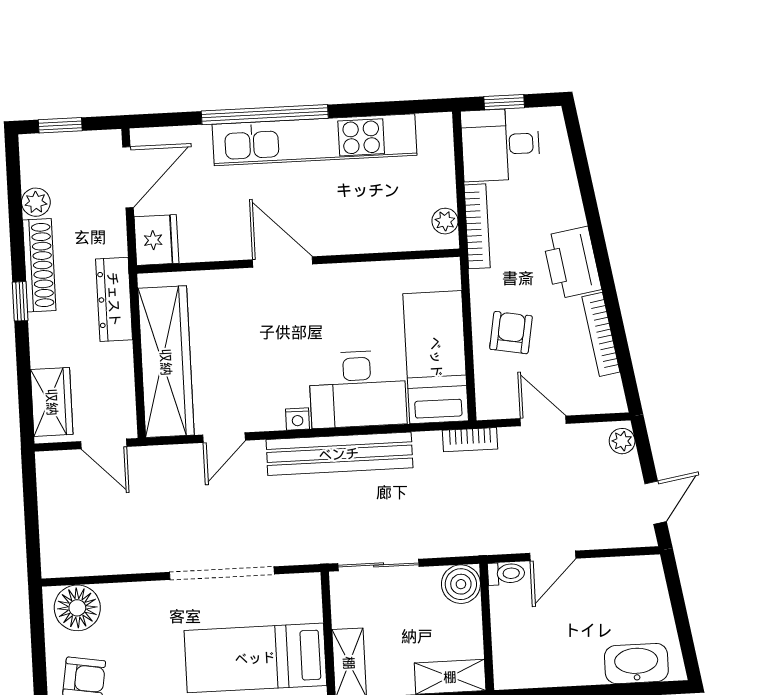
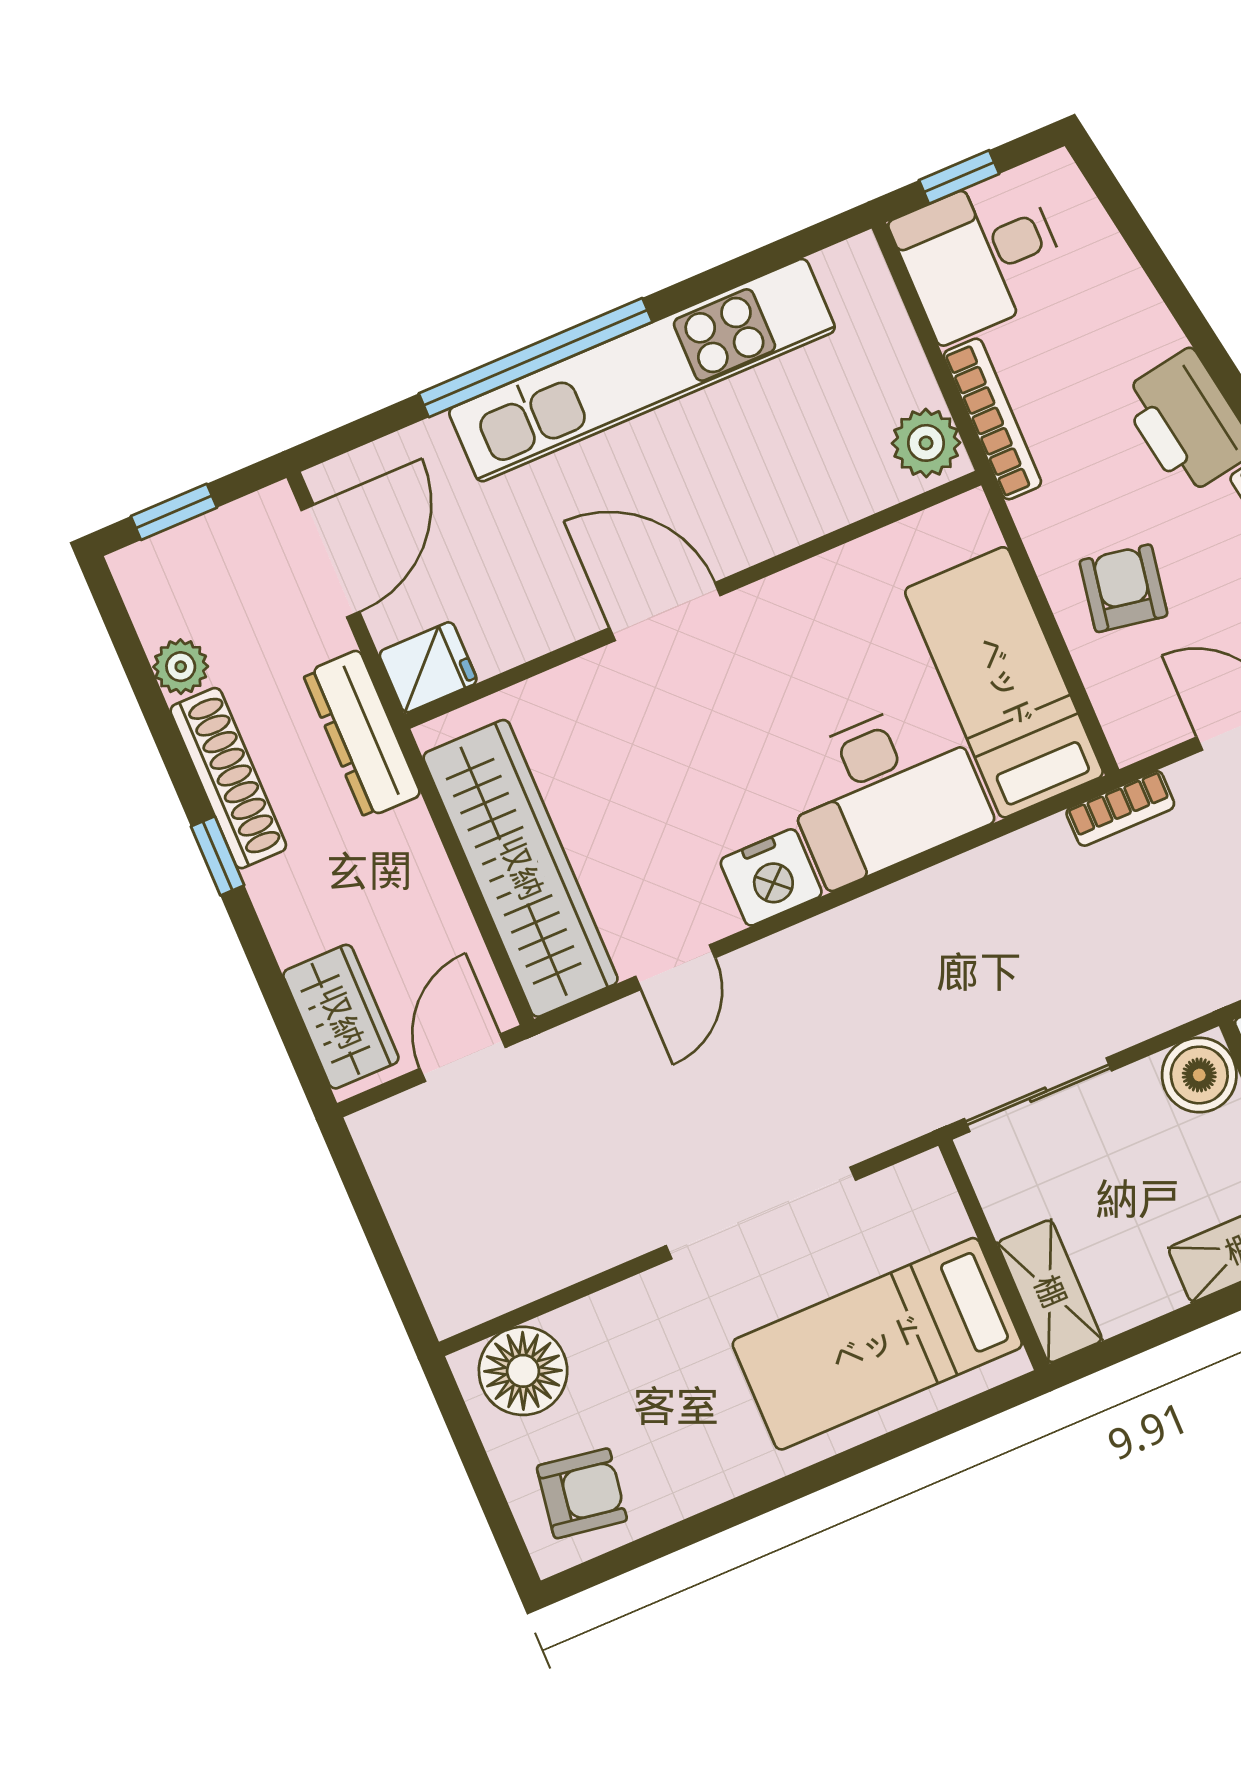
plant: (445, 221) -> (926, 443), width x1.38, depth x1.38
fridge: (156, 240) -> (428, 667), width x0.72
dresser: (114, 299) -> (362, 734), moved
nightstand: (297, 419) -> (771, 877), width x1.89, depth x1.79
door: (104, 444) -> (463, 1058), swing flipped
bench: (339, 454) -> (894, 920), removed

